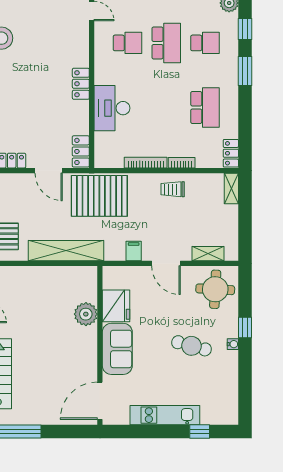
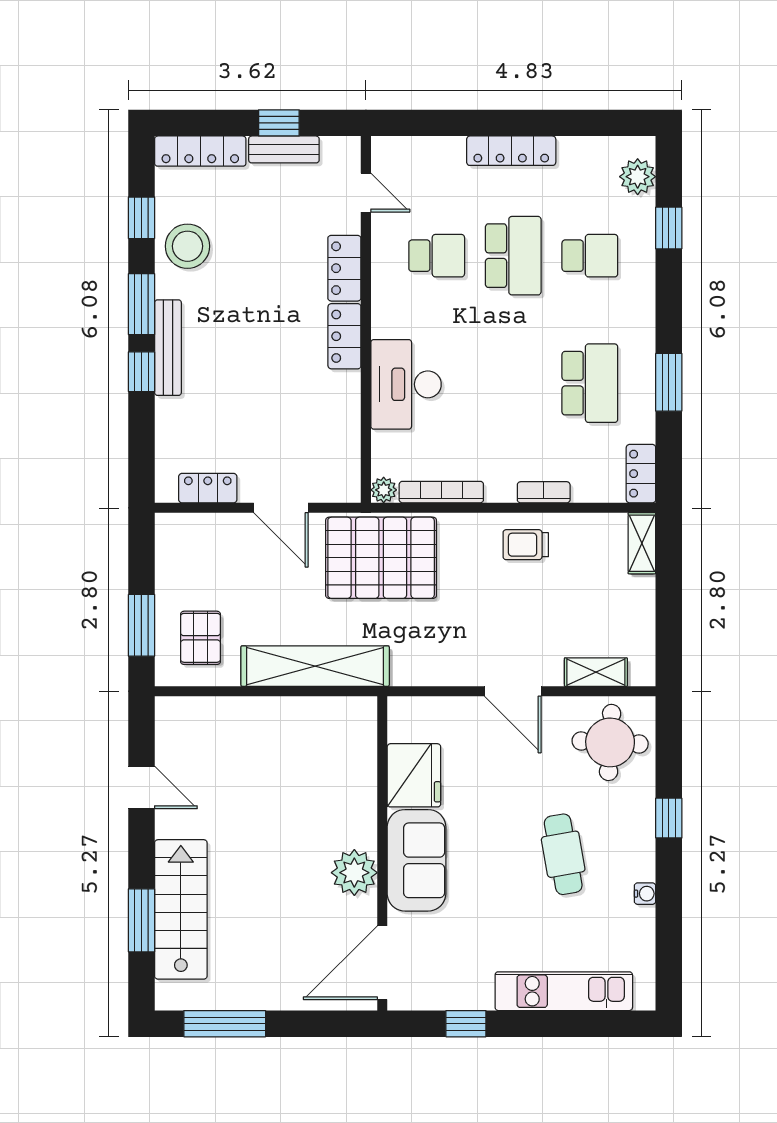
window: (245, 71) -> (669, 382), moved
locker: (81, 151) -> (344, 268), moved
plant: (101, 162) -> (384, 490), added
bookcase: (146, 163) -> (441, 492), moved
filing cabinet: (134, 251) -> (449, 667), removed
plant: (86, 314) -> (354, 873), moved
water cooler: (233, 344) -> (645, 894), moved
cafe table: (191, 346) -> (563, 854), turned 65
kitchen unit: (165, 415) -> (564, 991), moved
window: (200, 432) -> (466, 1024), moved

